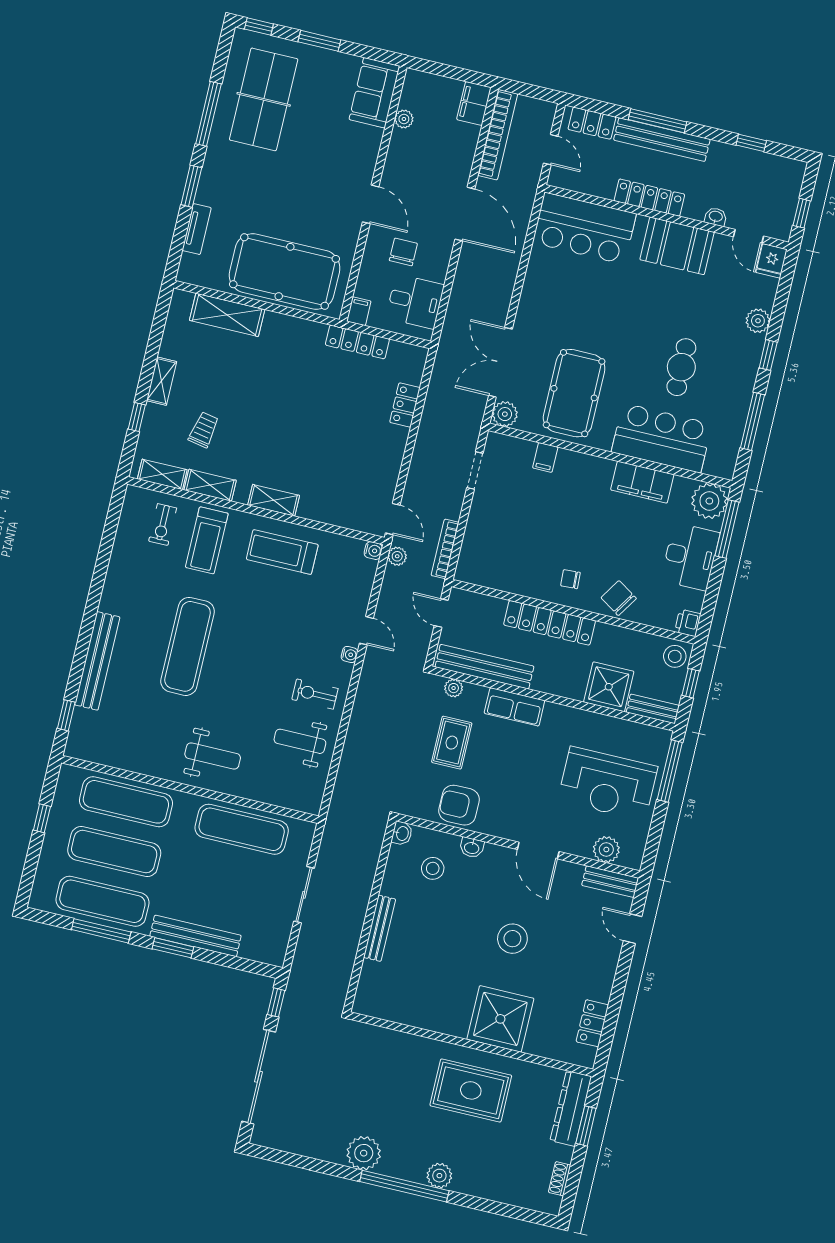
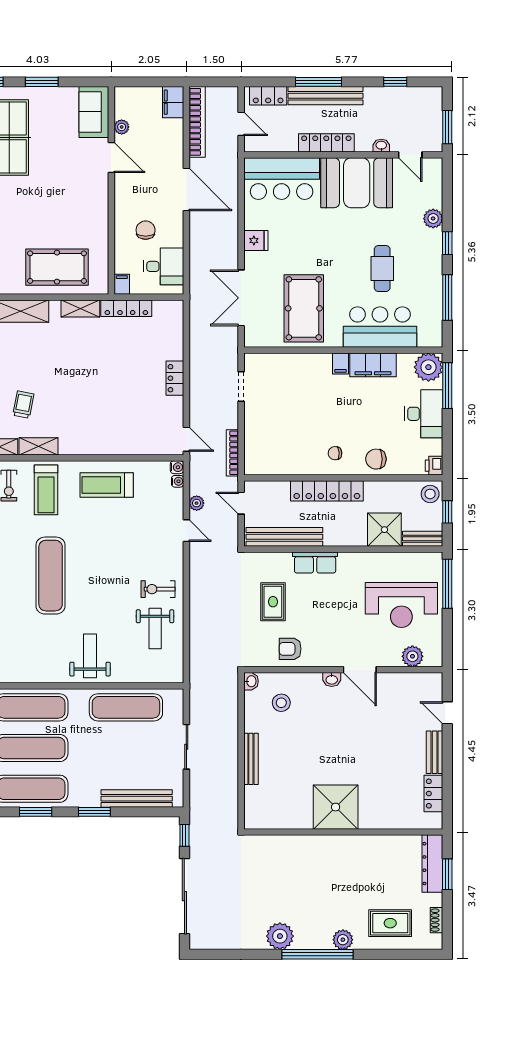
door: (371, 204) -> (111, 157), moved
window: (802, 213) -> (447, 127), width x1.50
booth: (677, 246) -> (357, 183), width x1.36, depth x1.42
fridge: (772, 261) -> (256, 241), moved, turned -90
pool table: (285, 272) -> (57, 267), width x0.73, depth x0.76
locker: (405, 405) -> (175, 378), moved
plant: (505, 414) -> (254, 337), removed
filing cabinet: (545, 457) -> (340, 363), moved
shelving: (274, 500) -> (80, 309), moved
plant: (397, 556) -> (197, 503), moved
chair: (619, 598) -> (376, 459), turned -33
water cooler: (349, 654) -> (178, 481), moved
plant: (454, 688) -> (264, 559), removed
weight bench: (300, 741) -> (155, 629), turned -90
weight bench: (213, 756) -> (90, 656), turned -90
armchair: (459, 805) -> (290, 649), width x0.72, depth x0.72
washbasin: (472, 848) -> (332, 679), moved
bench: (610, 882) -> (435, 752), moved, turned 90
window: (101, 931) -> (36, 812), width x0.69
bench: (195, 936) -> (137, 799), moved
stool: (512, 939) -> (356, 743), removed
shower: (500, 1019) -> (336, 807), moved
rug: (471, 1090) -> (390, 923), moved, width x0.73, depth x0.70

